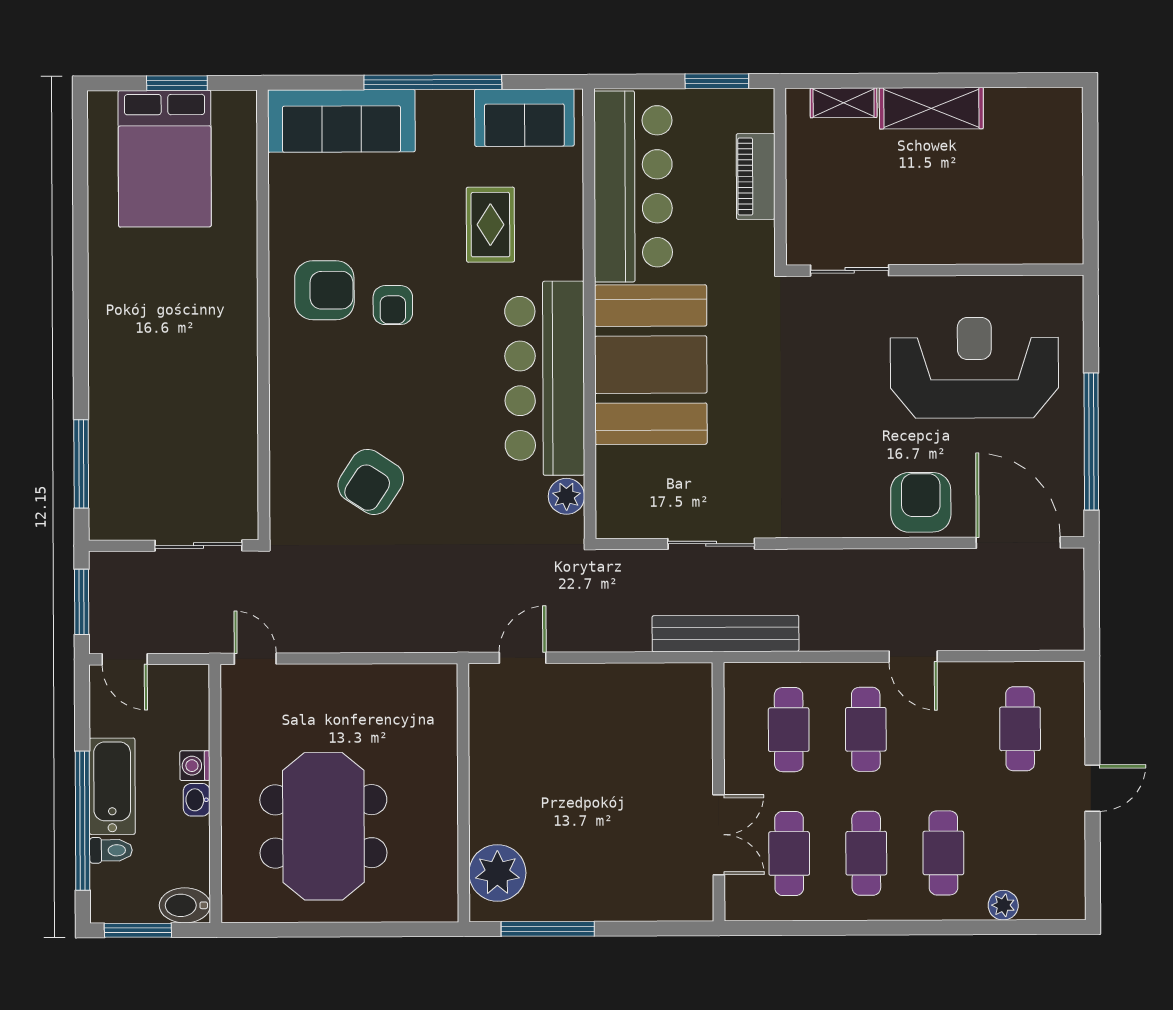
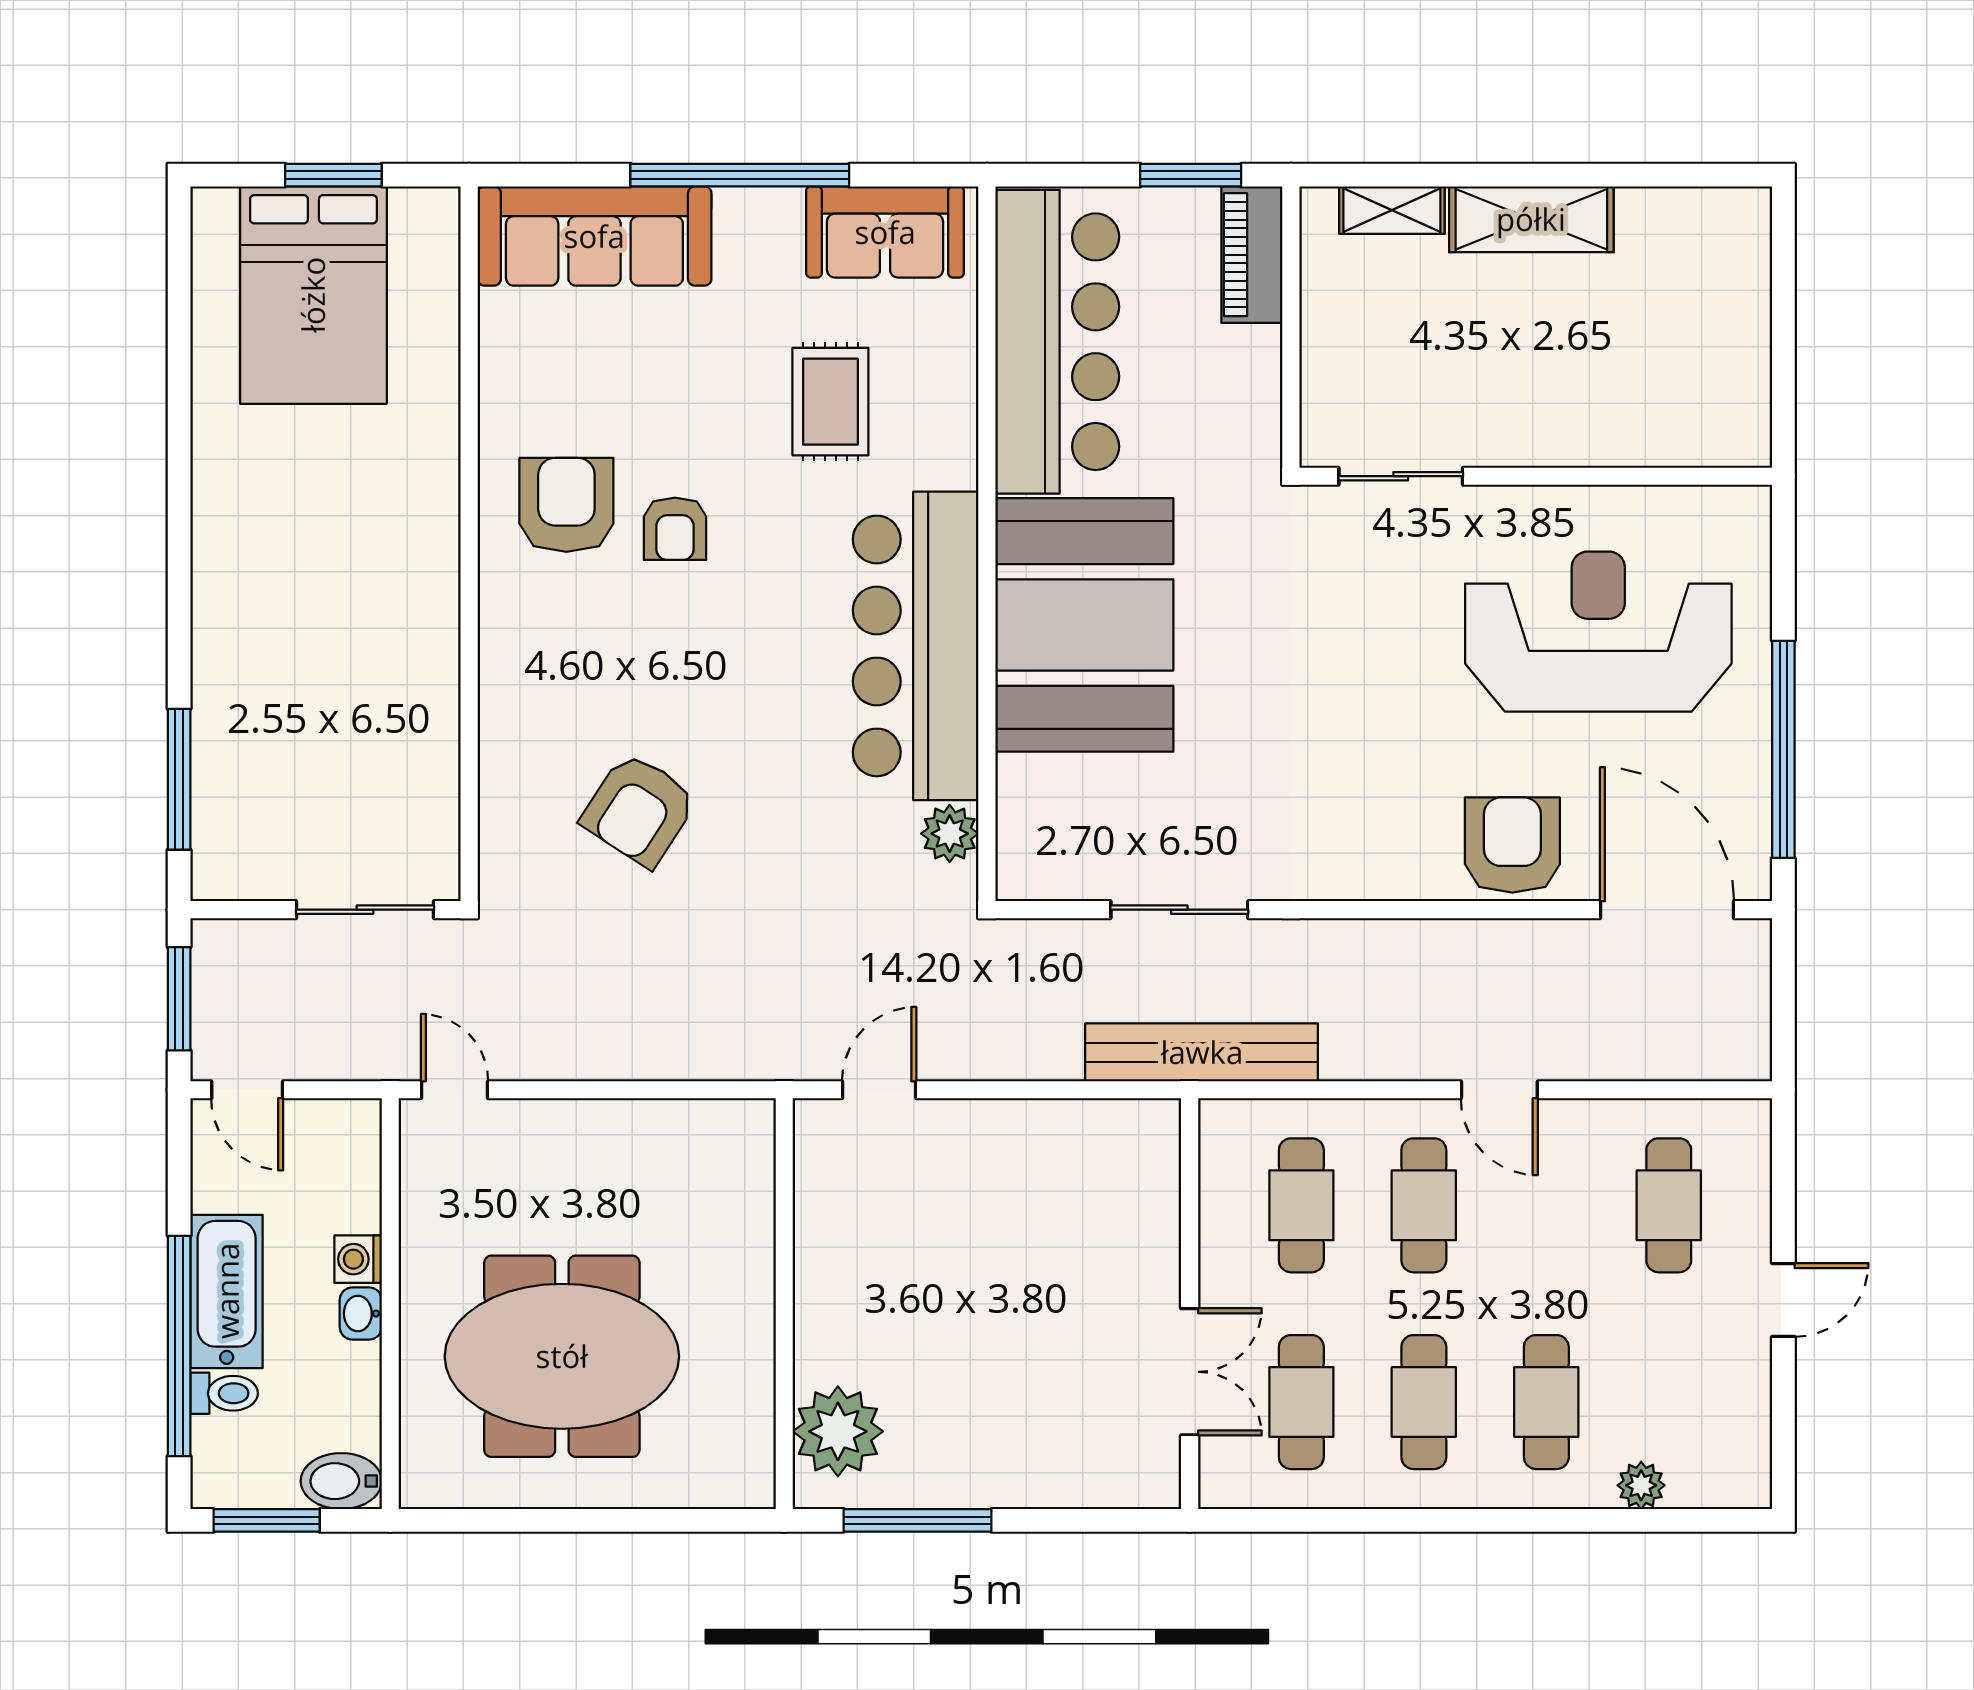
piano: (756, 176) -> (1252, 255), moved
armchair: (324, 290) -> (566, 505), turned -90
meeting table: (323, 826) -> (562, 1356), turned 90

